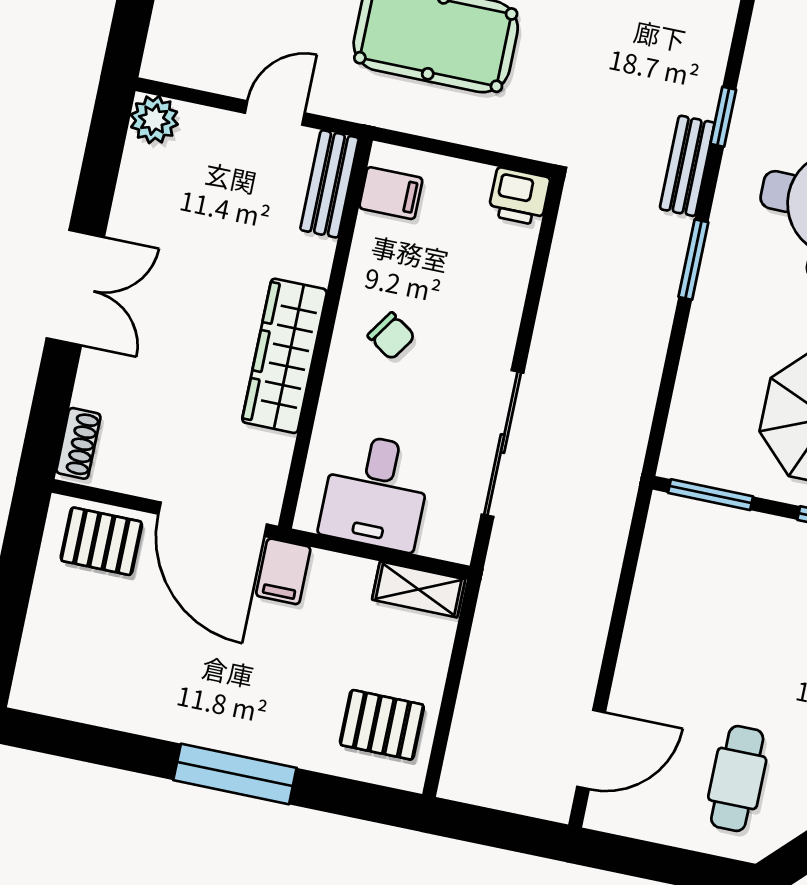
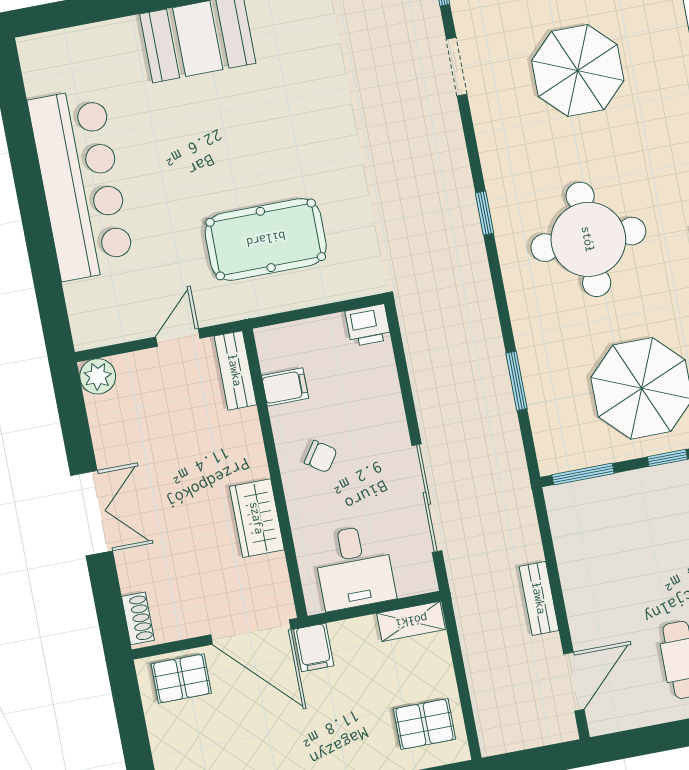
bench: (687, 166) -> (539, 598), moved
filing cabinet: (391, 193) -> (285, 387), moved
window: (693, 260) -> (517, 381), moved
wardrobe: (284, 356) -> (257, 518), width x0.67

